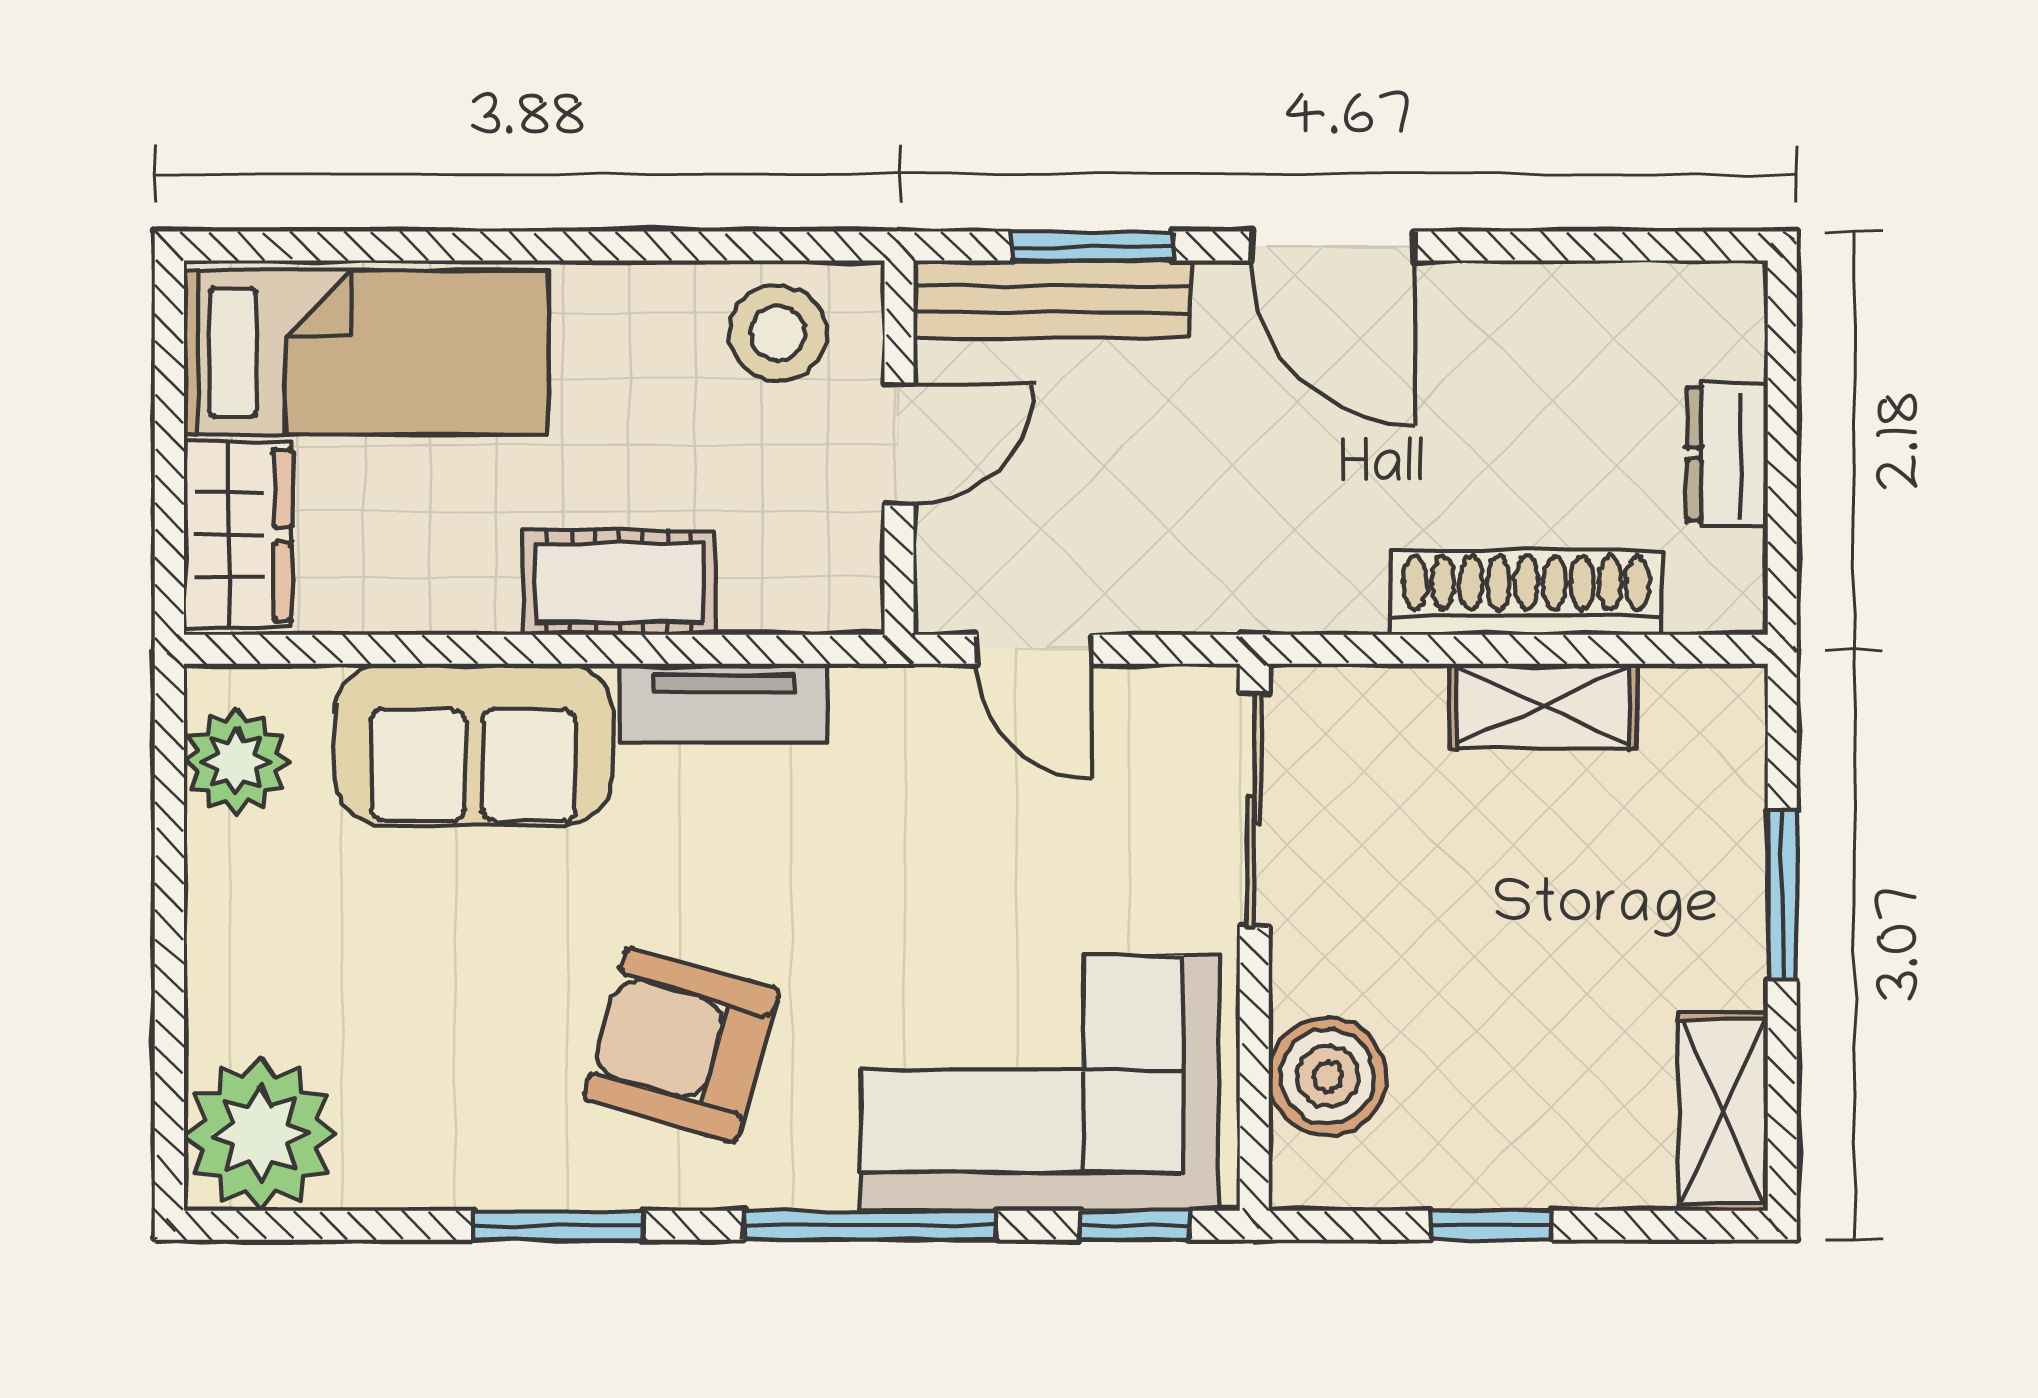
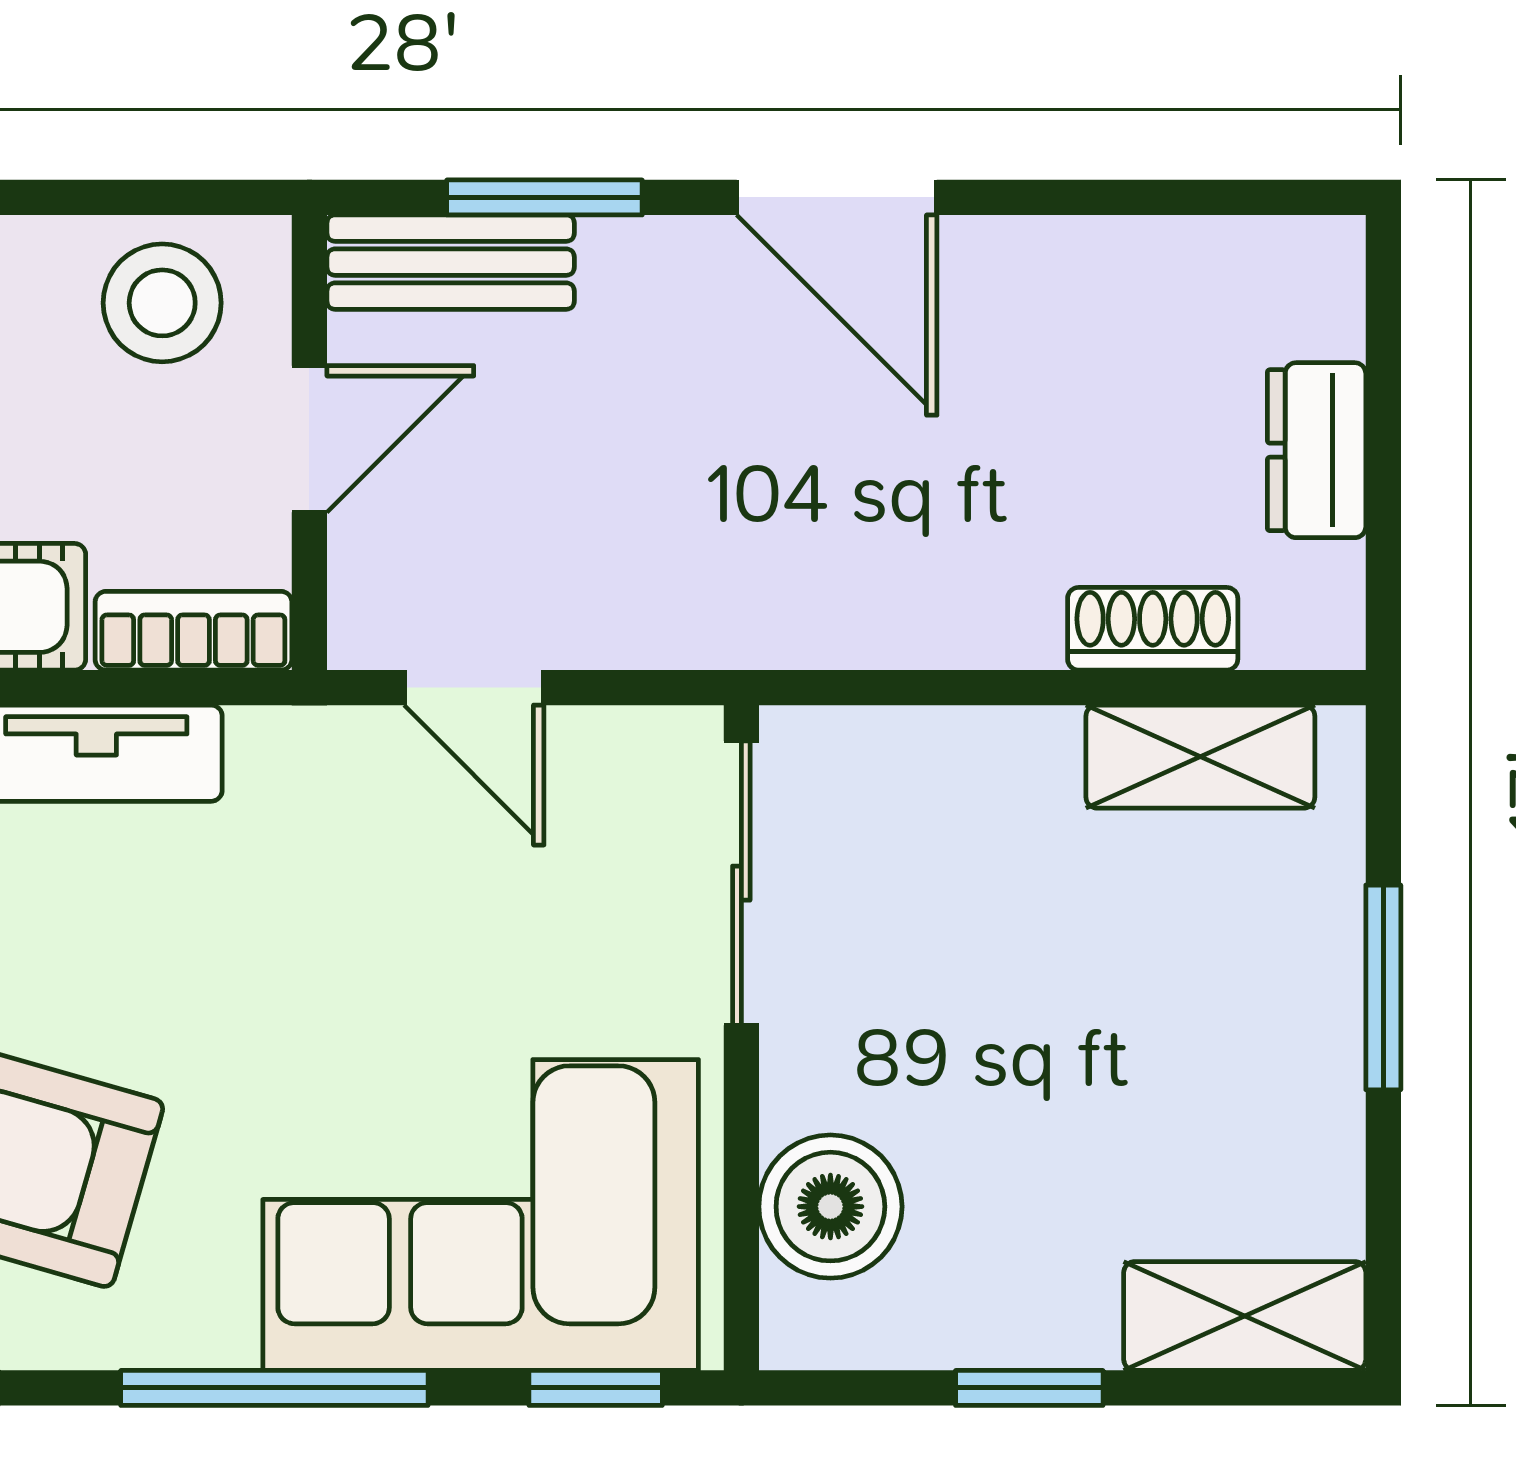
bench: (1052, 299) -> (451, 262), width x0.73
shoe rack: (1527, 593) -> (1153, 629), width x0.51, depth x0.81
bookcase: (804, 602) -> (193, 631), added
shelving: (1543, 706) -> (1200, 757), moved
shelving: (1723, 1111) -> (1245, 1316), moved, turned 90

